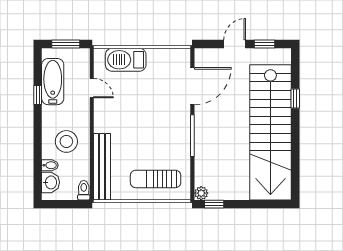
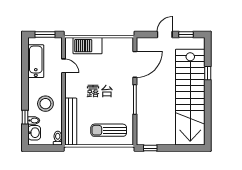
window: (38, 95) -> (25, 117), moved
plant: (201, 193) -> (141, 140), removed

